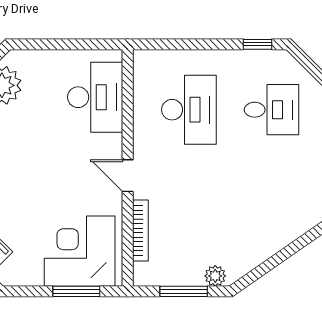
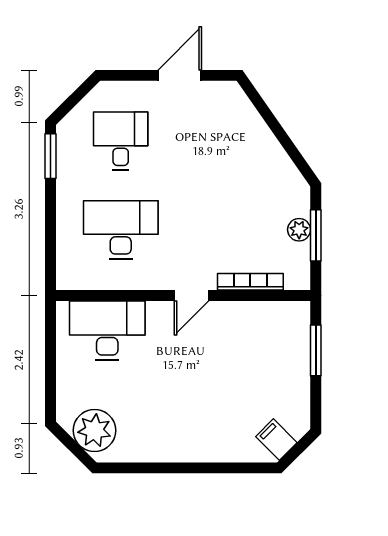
window: (257, 44) -> (51, 156), width x1.50
corner desk: (80, 251) -> (273, 347), removed
plant: (215, 276) -> (299, 230), moved

